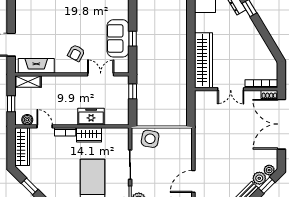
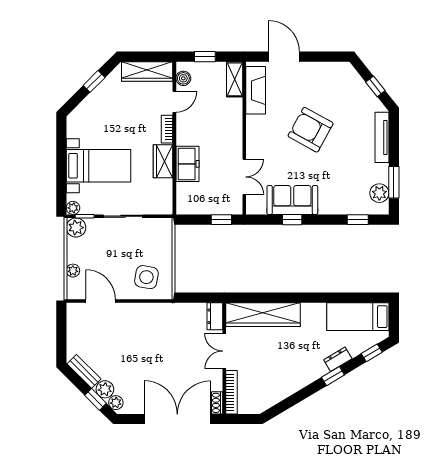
armchair: (76, 53) -> (311, 130), moved, width x1.88, depth x1.88
dresser: (205, 96) -> (215, 316), added
side table: (150, 139) -> (146, 277), moved

